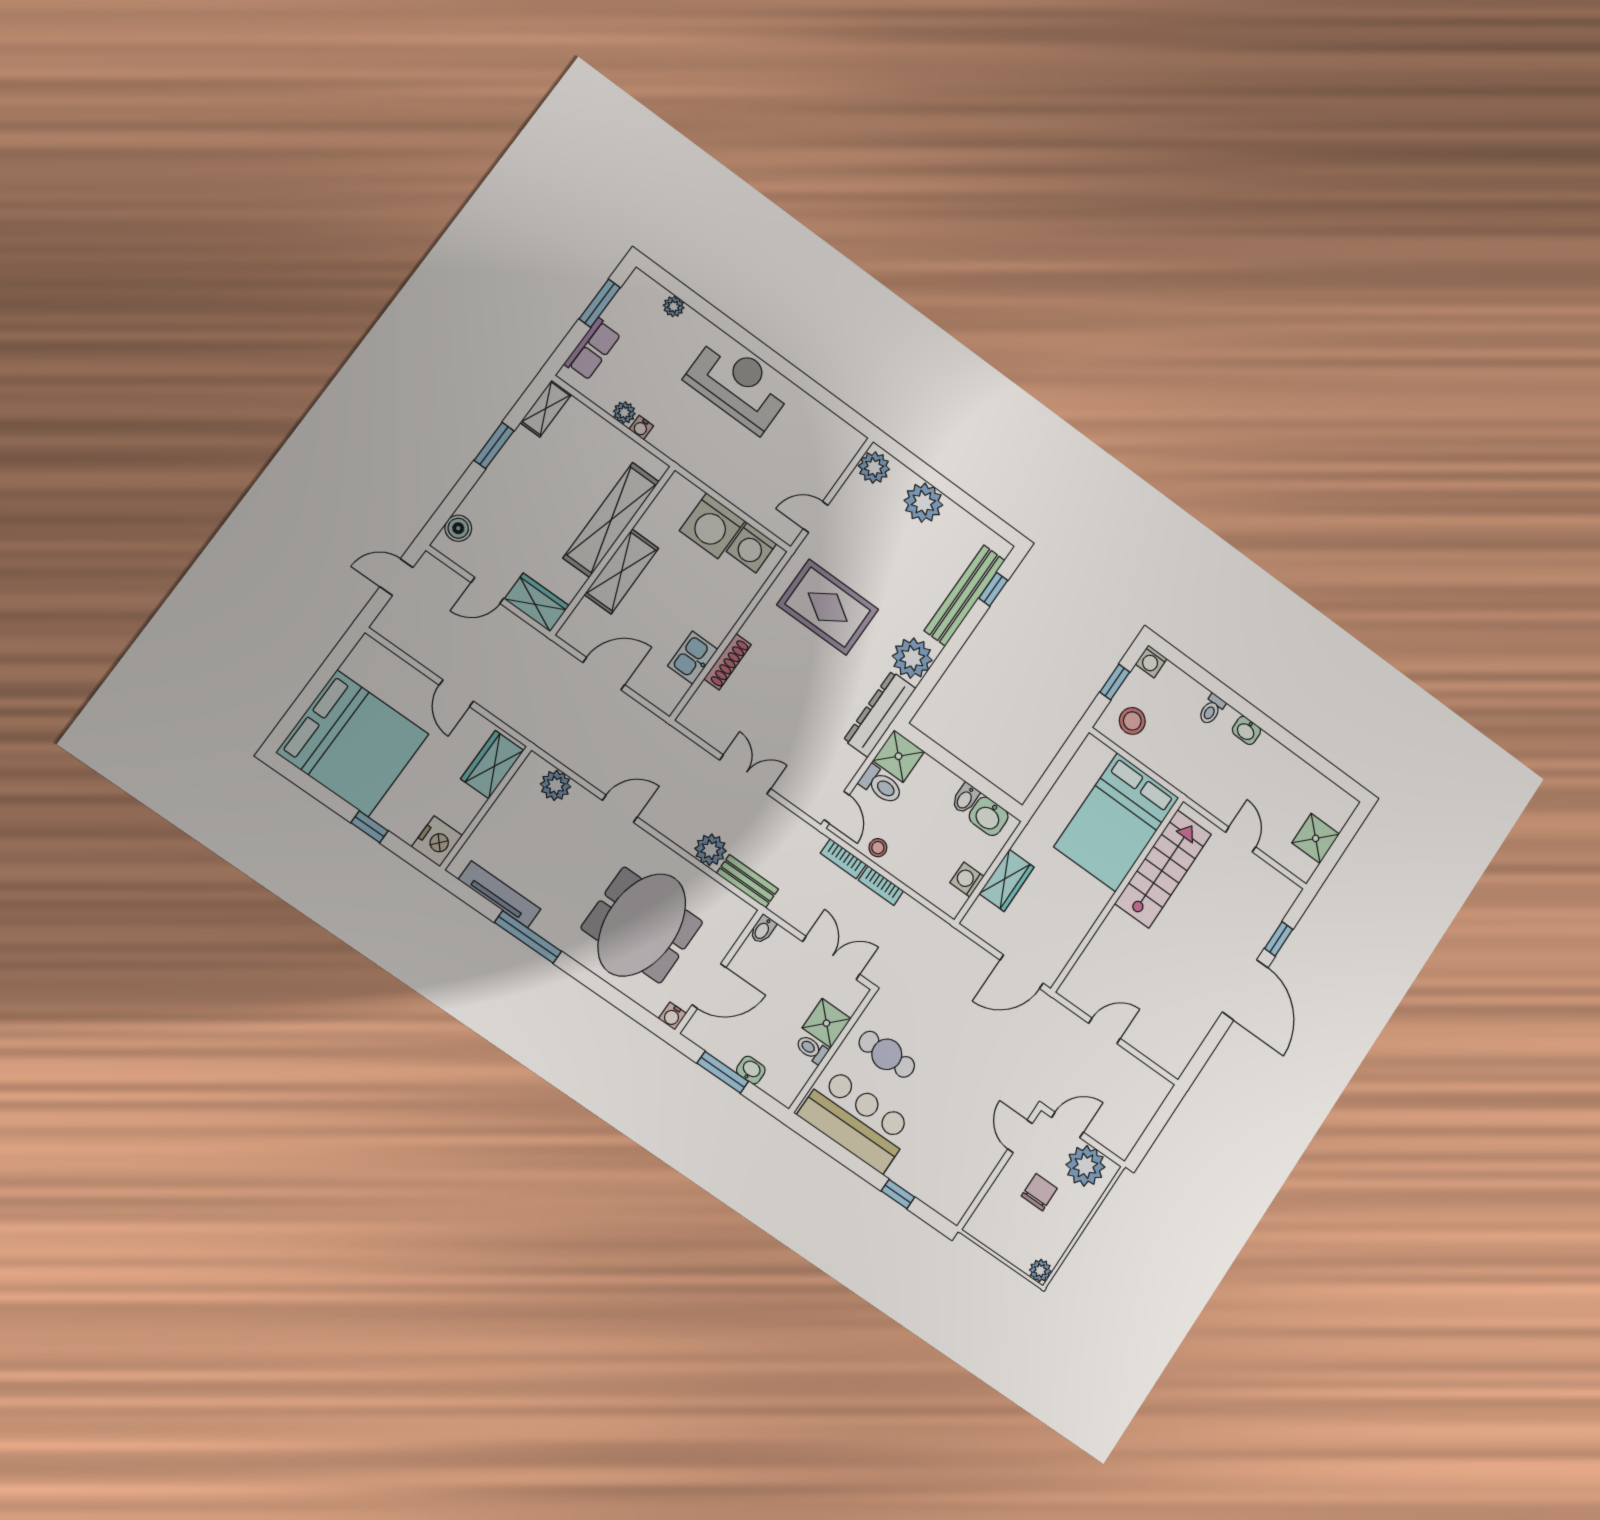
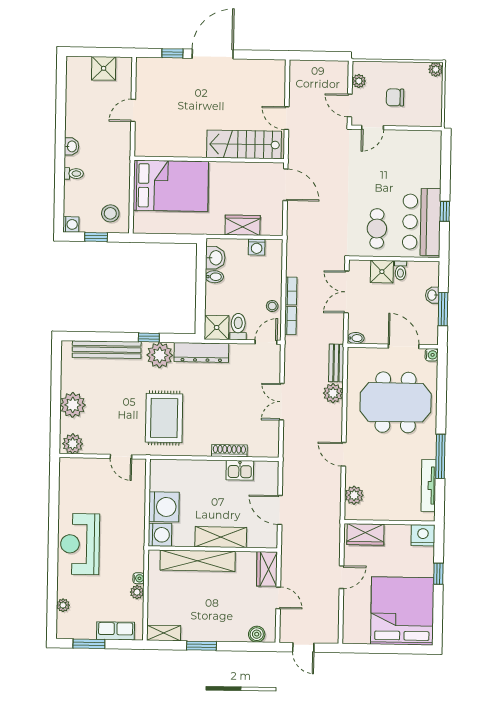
washing machine: (751, 548) -> (160, 535), moved
window: (993, 589) -> (149, 337), moved
stairs: (1163, 869) -> (244, 144), moved
plant: (1085, 1166) -> (359, 81), width x0.53, depth x0.53
window: (898, 1194) -> (445, 211), moved

